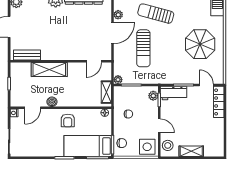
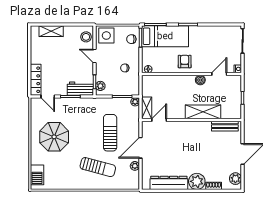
shelving: (106, 92) -> (147, 108), moved
shelving: (191, 151) -> (51, 31), moved

